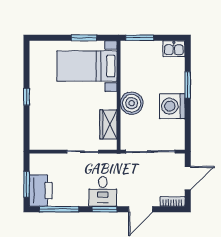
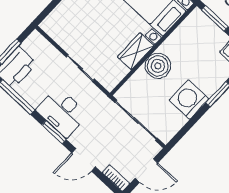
wardrobe: (108, 124) -> (136, 51), moved
desk: (103, 191) -> (62, 112), width x1.37

